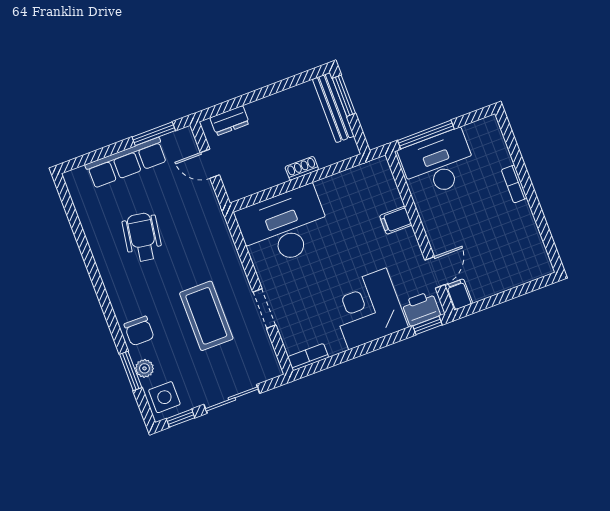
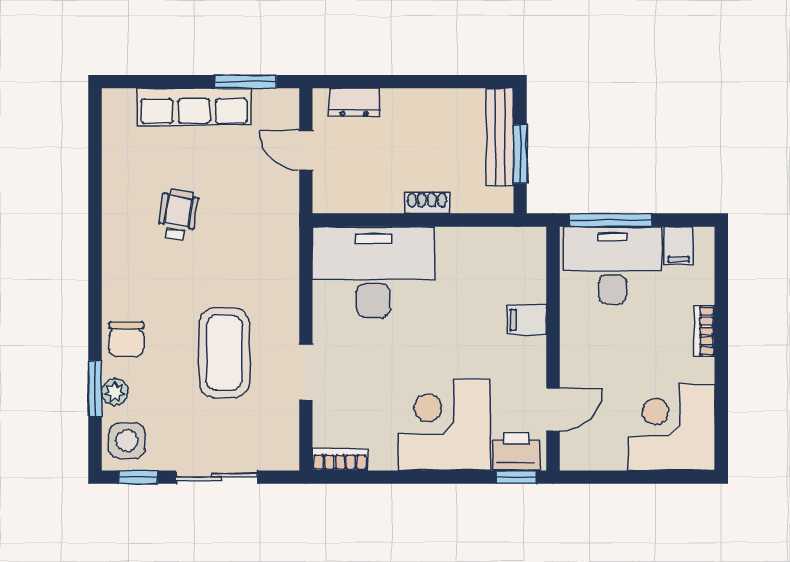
window: (344, 96) -> (520, 154), moved
wheelchair: (142, 237) -> (178, 215), width x0.73, depth x0.73
corner desk: (516, 255) -> (671, 427), added
filing cabinet: (459, 294) -> (679, 246), moved, turned 180

